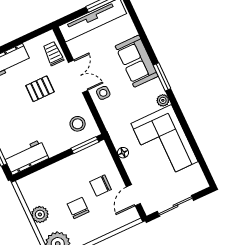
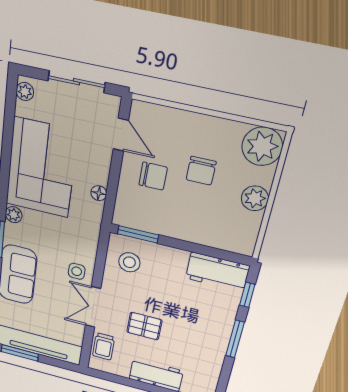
plant: (200, 180) -> (25, 92), added
door: (133, 195) -> (121, 135), hinge flipped

